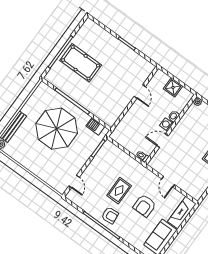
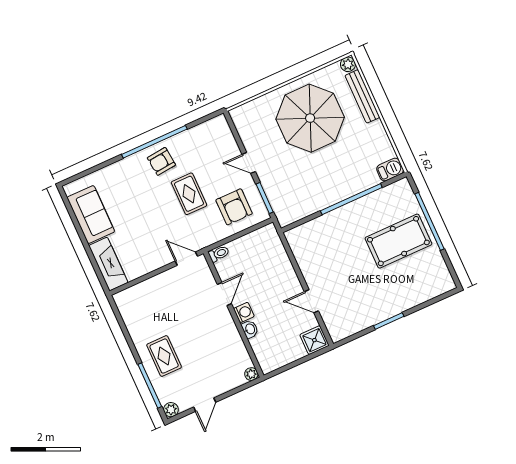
shower: (173, 87) -> (314, 340), moved
barbecue: (95, 126) -> (390, 170), moved
parasol: (57, 129) -> (310, 118), moved
door: (74, 181) -> (249, 163), moved
door: (168, 182) -> (186, 259), moved
armchair: (144, 206) -> (234, 207), moved, turned 180

